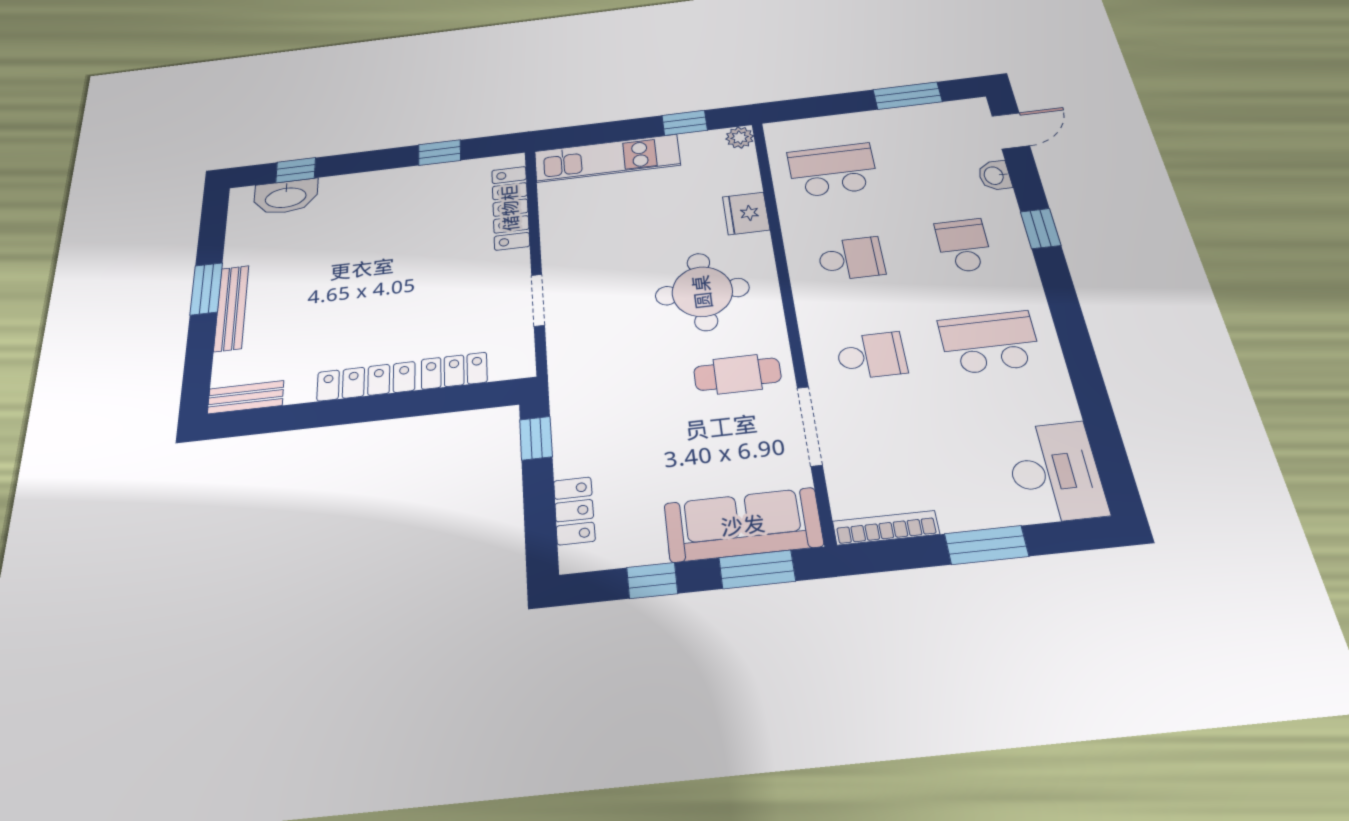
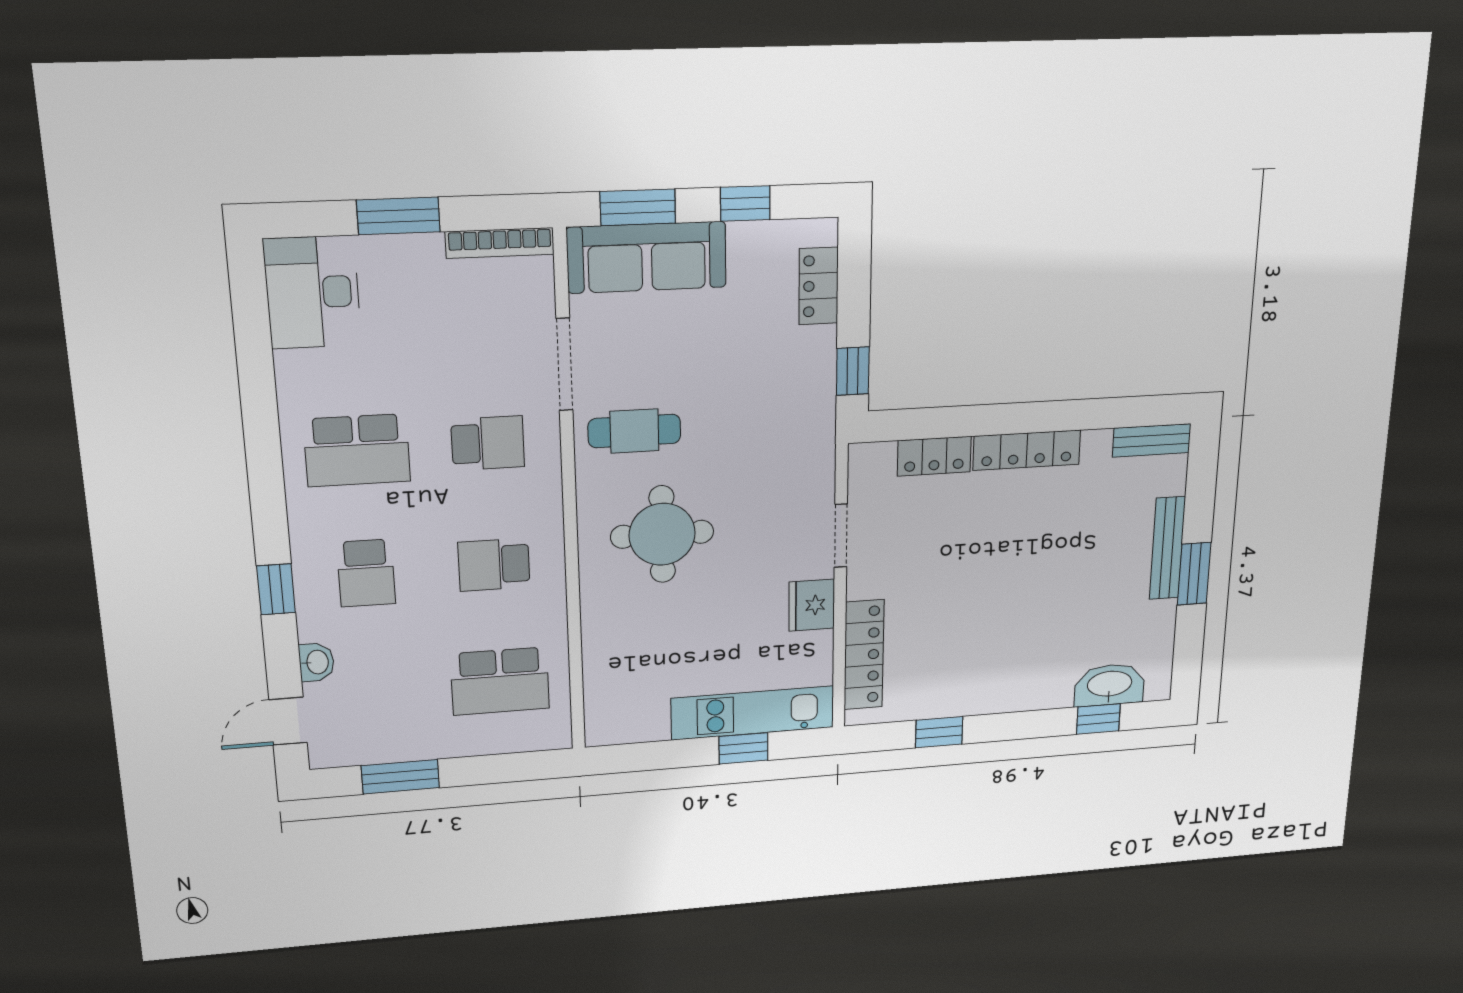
window: (685, 123) -> (744, 748), moved
plant: (740, 137) -> (600, 731), removed
fridge: (746, 213) -> (812, 605), moved, turned 180
school desk: (871, 356) -> (488, 443), turned 180

